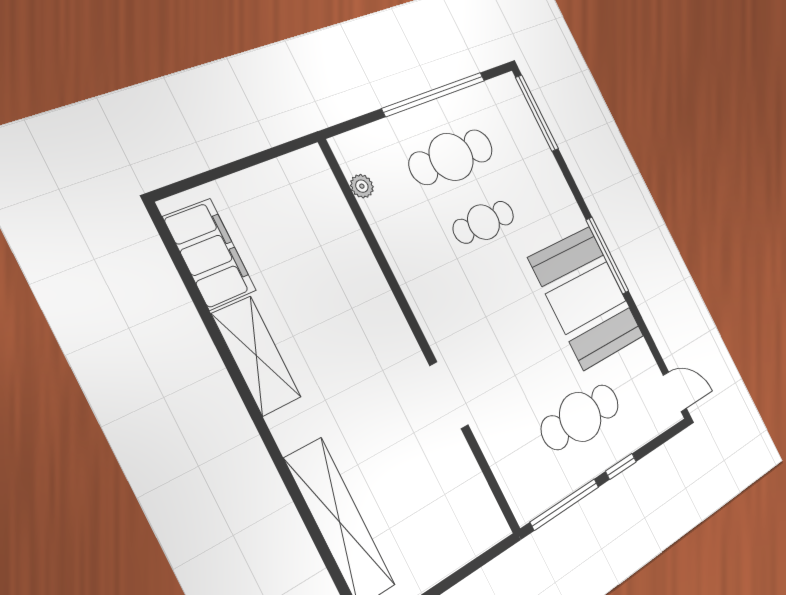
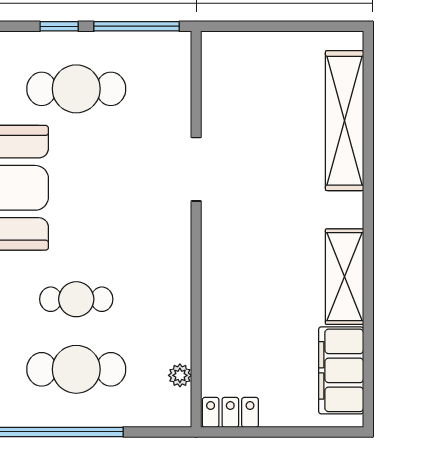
locker: (298, 167) -> (230, 412), added

